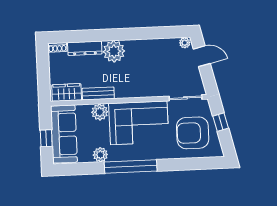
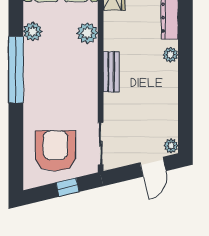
plant: (114, 51) -> (171, 55), width x0.53, depth x0.53
bench: (98, 93) -> (111, 72), moved
corner sofa: (139, 123) -> (71, 82), removed

